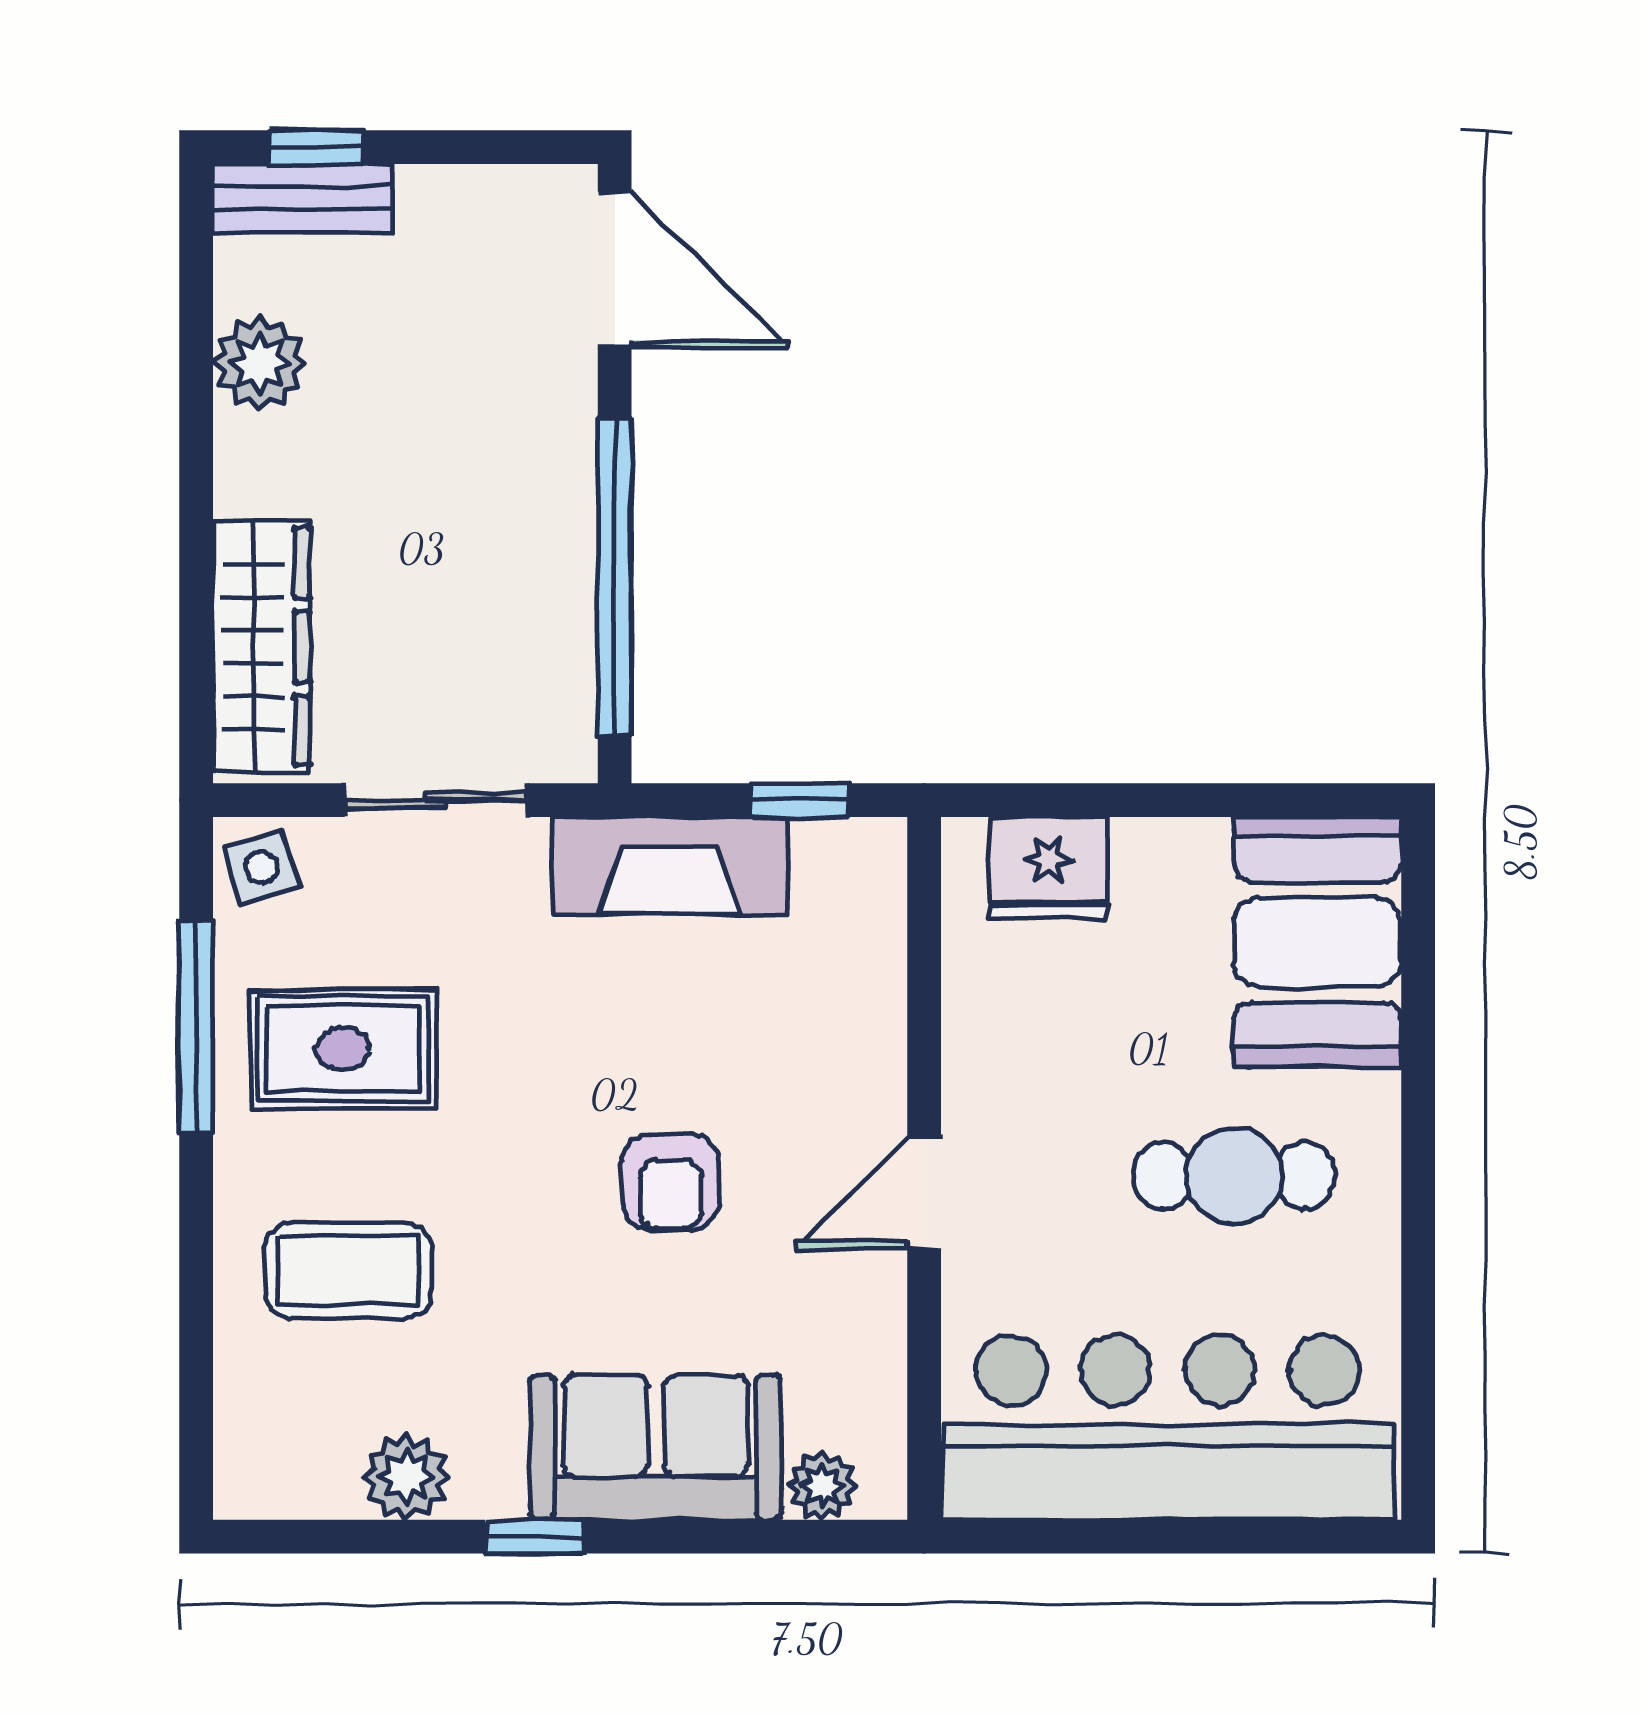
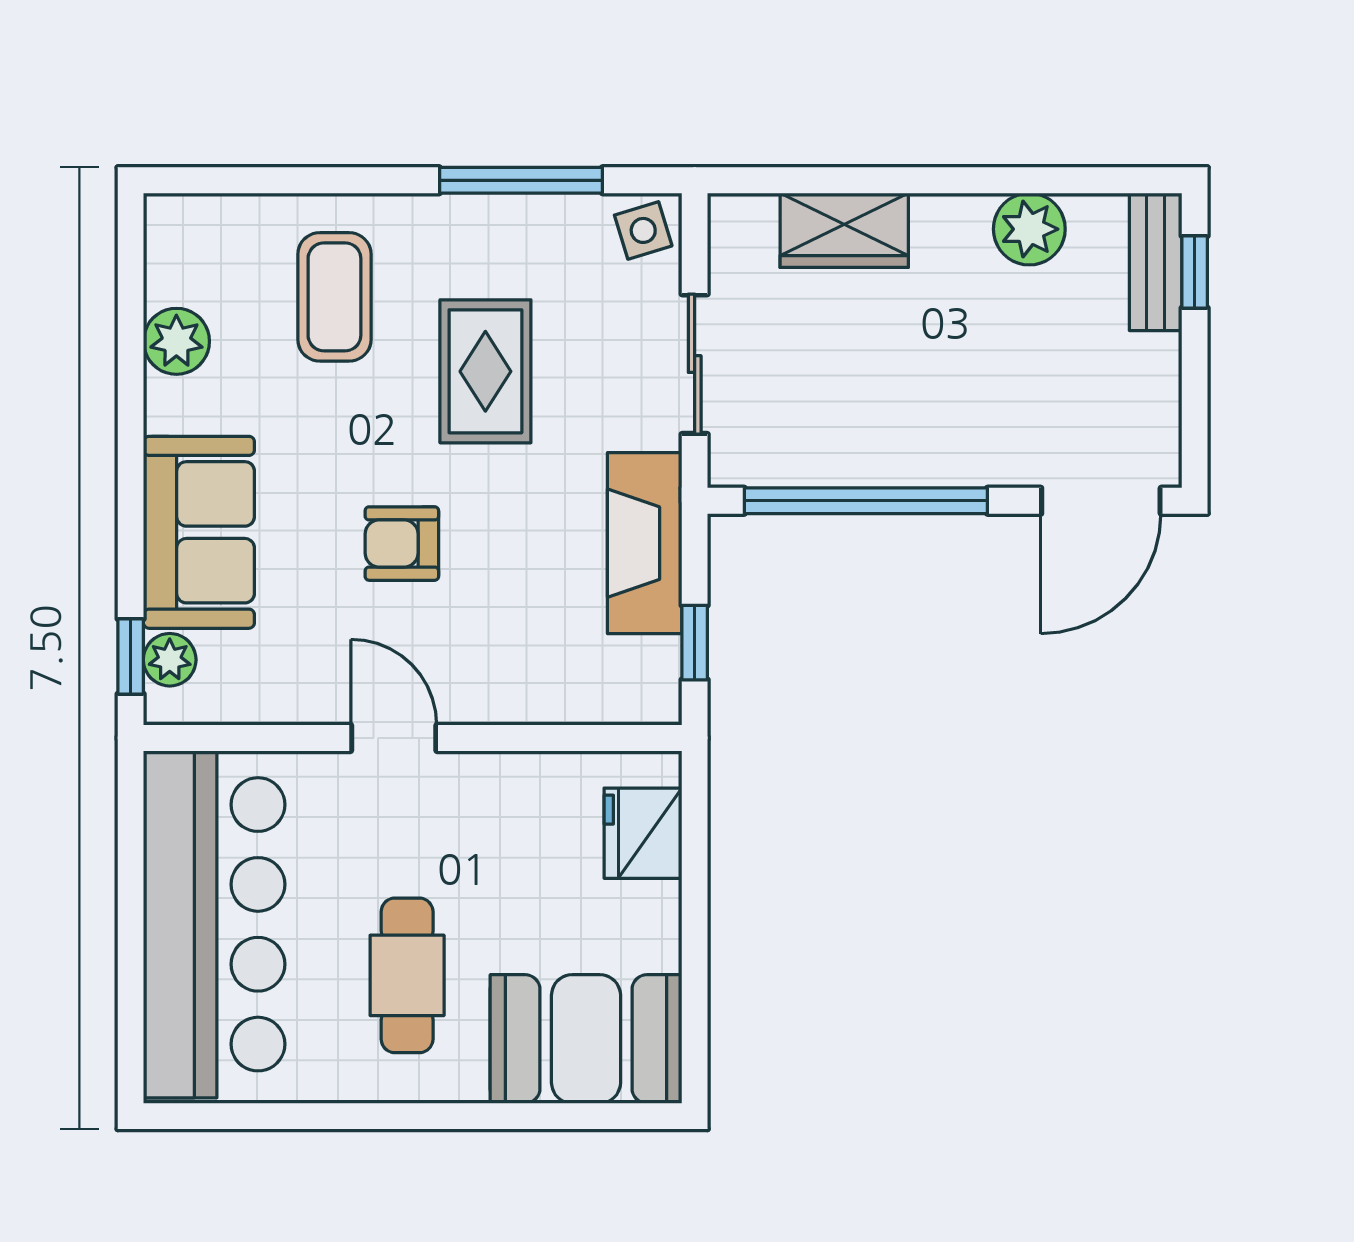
wardrobe: (261, 647) -> (844, 230), width x0.67
rug: (343, 1049) -> (485, 371), moved
window: (535, 1537) -> (131, 656), moved

